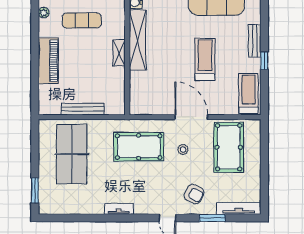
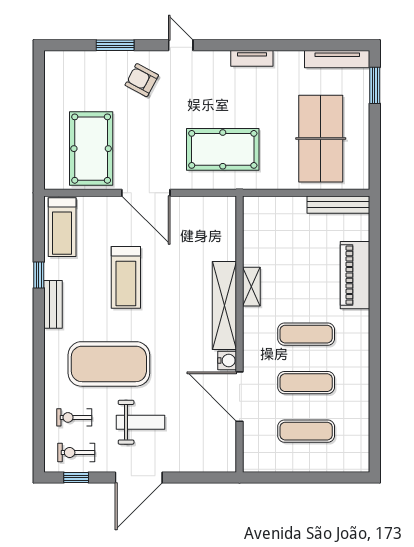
plant: (44, 13) -> (362, 346), removed
bench: (83, 109) -> (338, 205), moved
stool: (183, 149) -> (158, 145), removed
tv unit: (239, 208) -> (337, 59), moved

